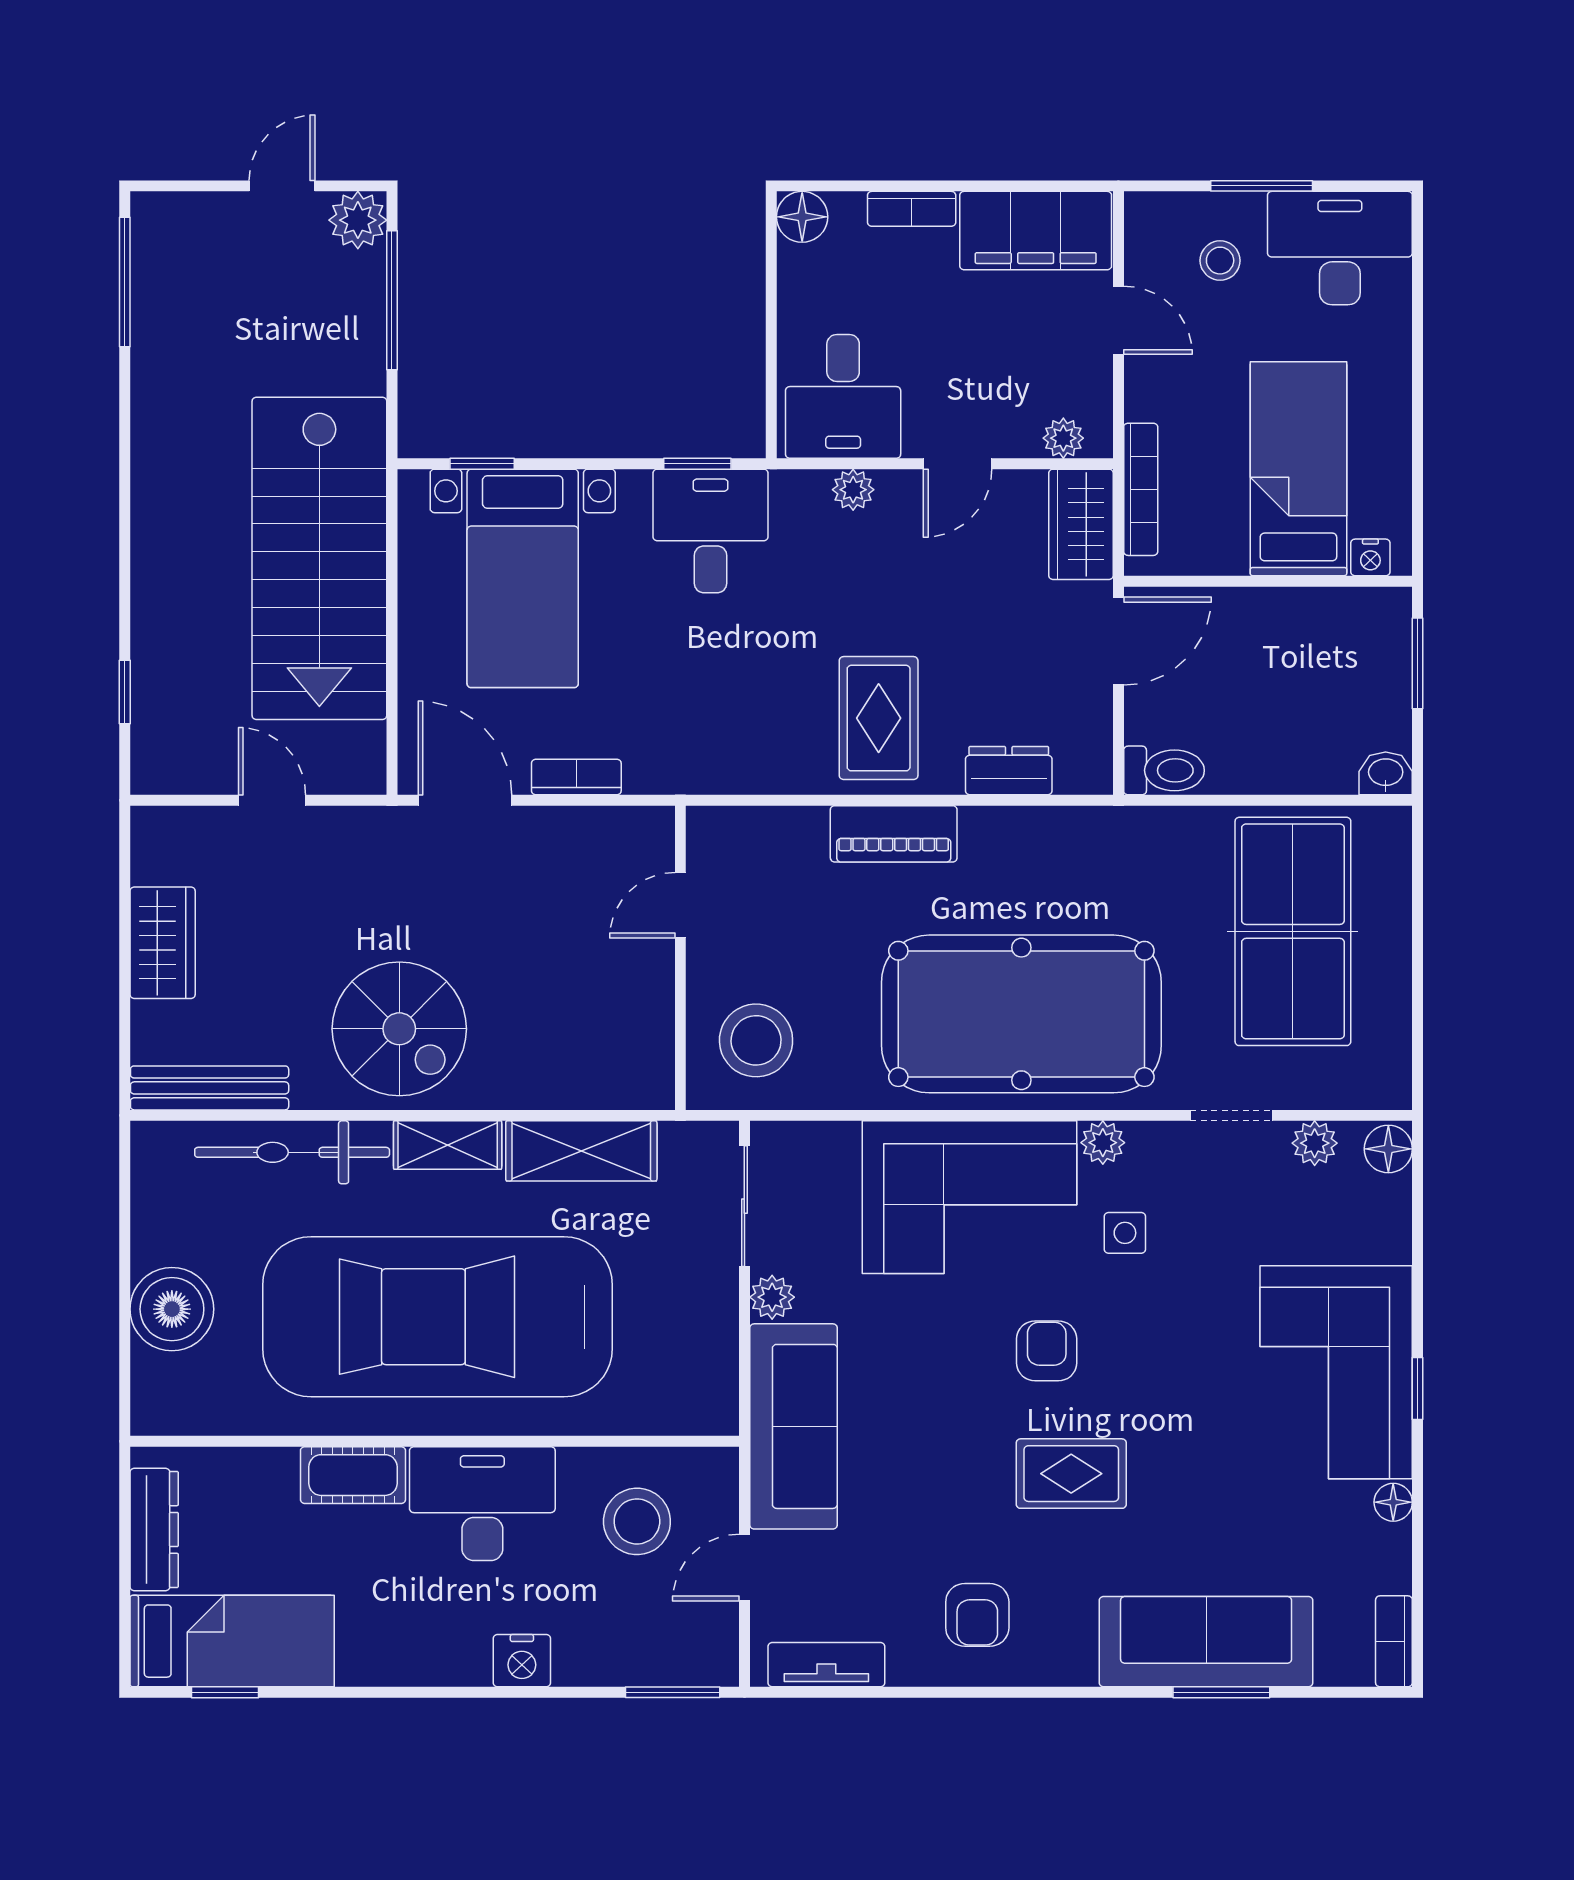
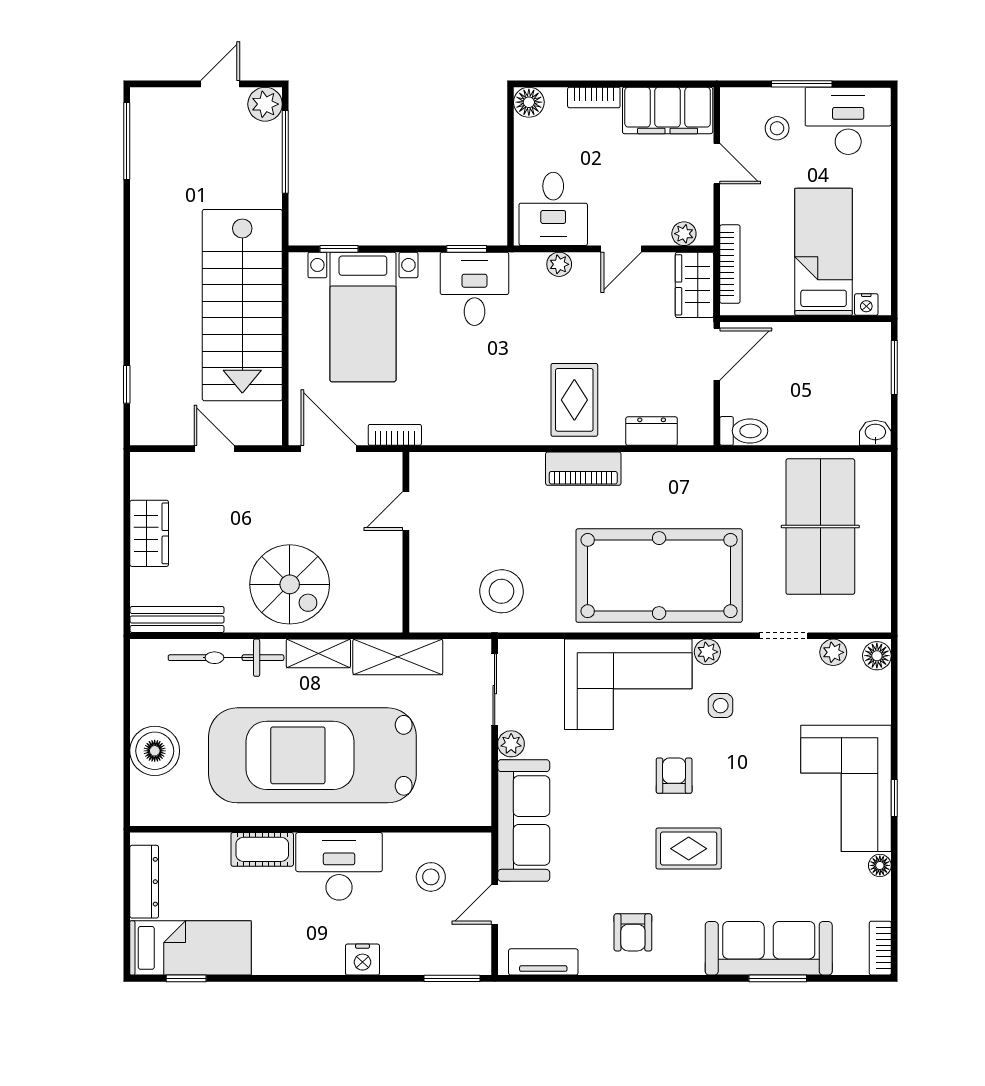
door: (680, 905) -> (406, 511), moved
wall: (680, 958) -> (406, 542), moved
stool: (637, 1521) -> (431, 877), width x0.73, depth x0.73

